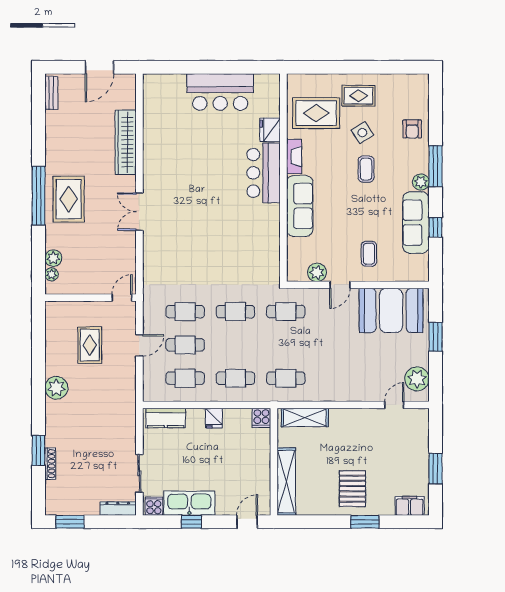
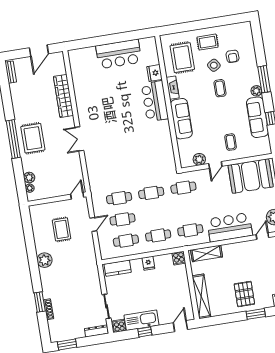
rug: (316, 113) -> (182, 58), turned 90
armchair: (412, 129) -> (233, 56), moved
bar counter: (346, 383) -> (230, 227), added

